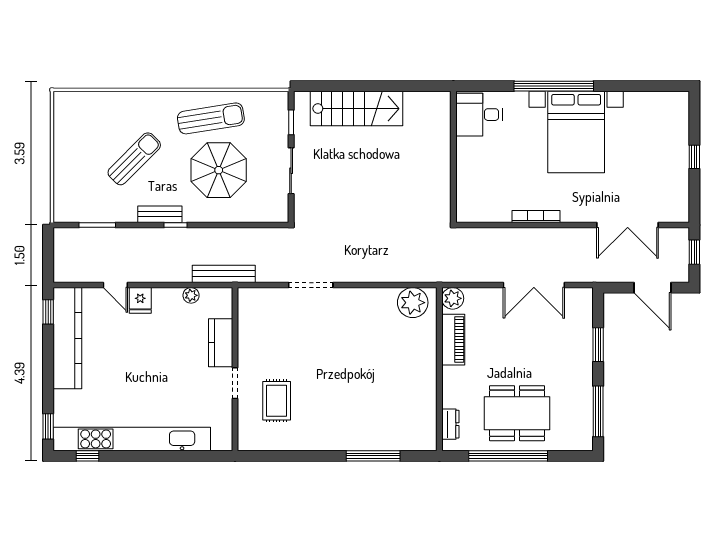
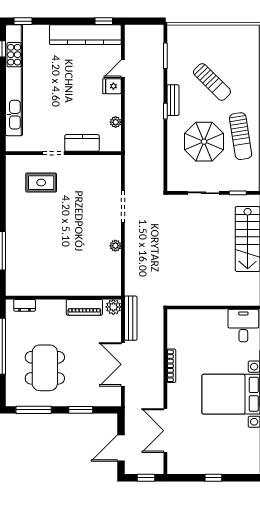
bench: (224, 274) -> (131, 318), moved
plant: (413, 303) -> (115, 246), moved, width x0.53, depth x0.53
dining table: (517, 413) -> (45, 368), moved

